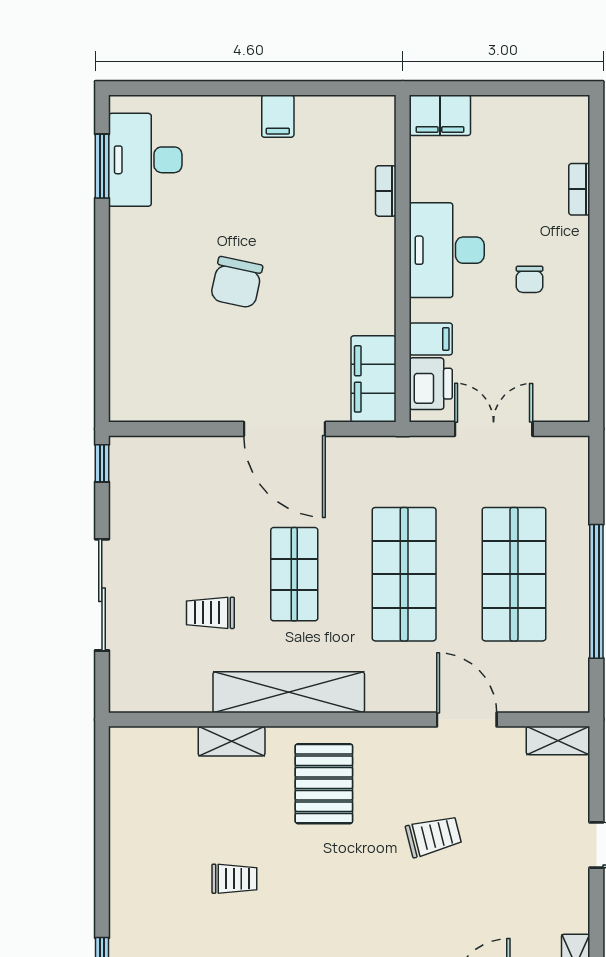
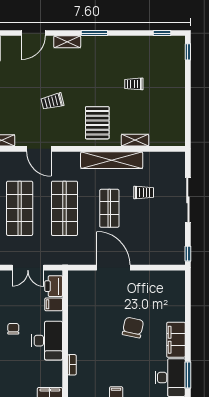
filing cabinet: (374, 379) -> (176, 340), moved, turned 180

